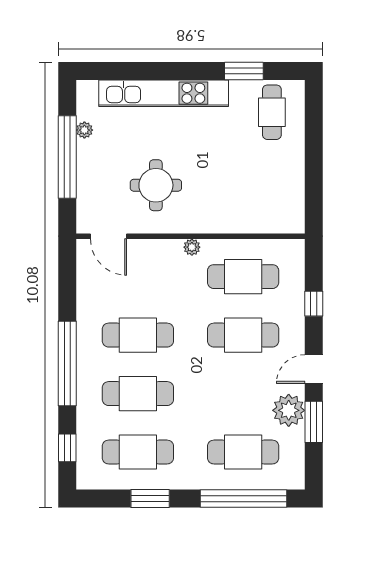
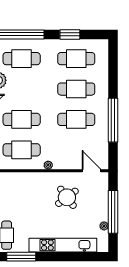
window: (244, 71) -> (21, 257), width x1.44
round table: (156, 185) -> (67, 197), turned -37
window: (67, 364) -> (113, 120), moved
window: (67, 448) -> (113, 61), removed

